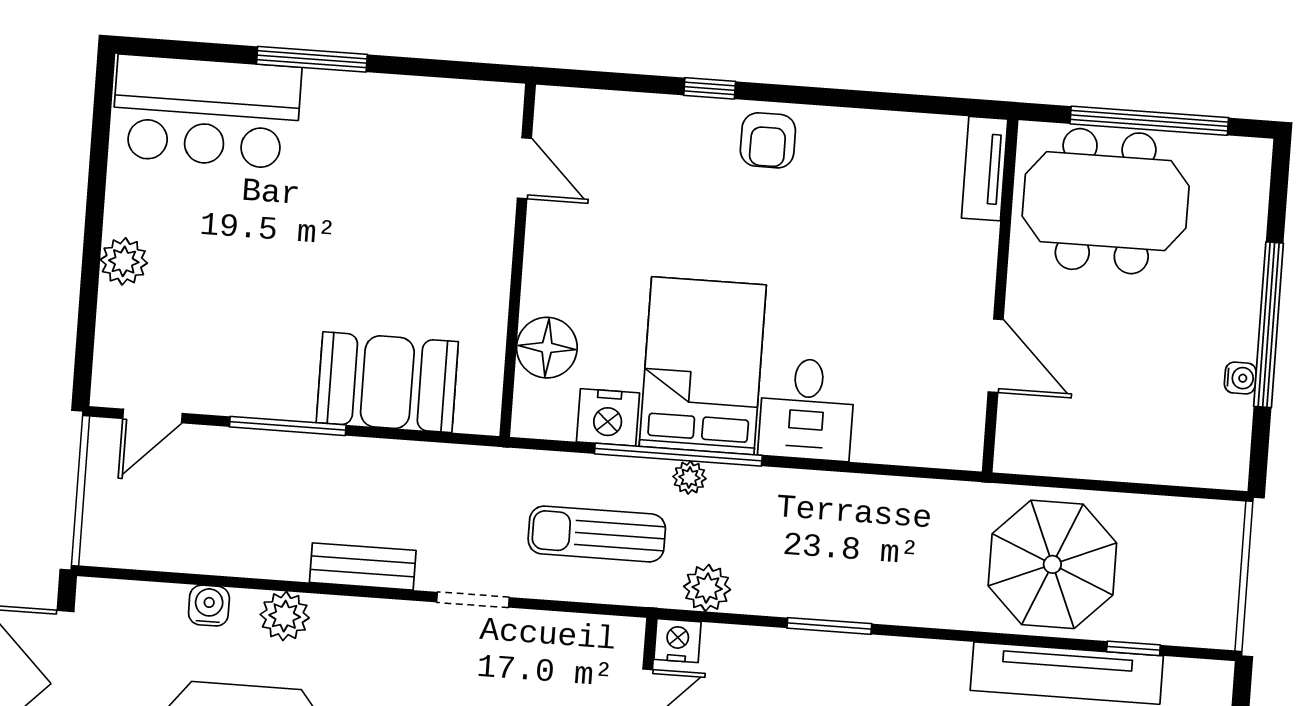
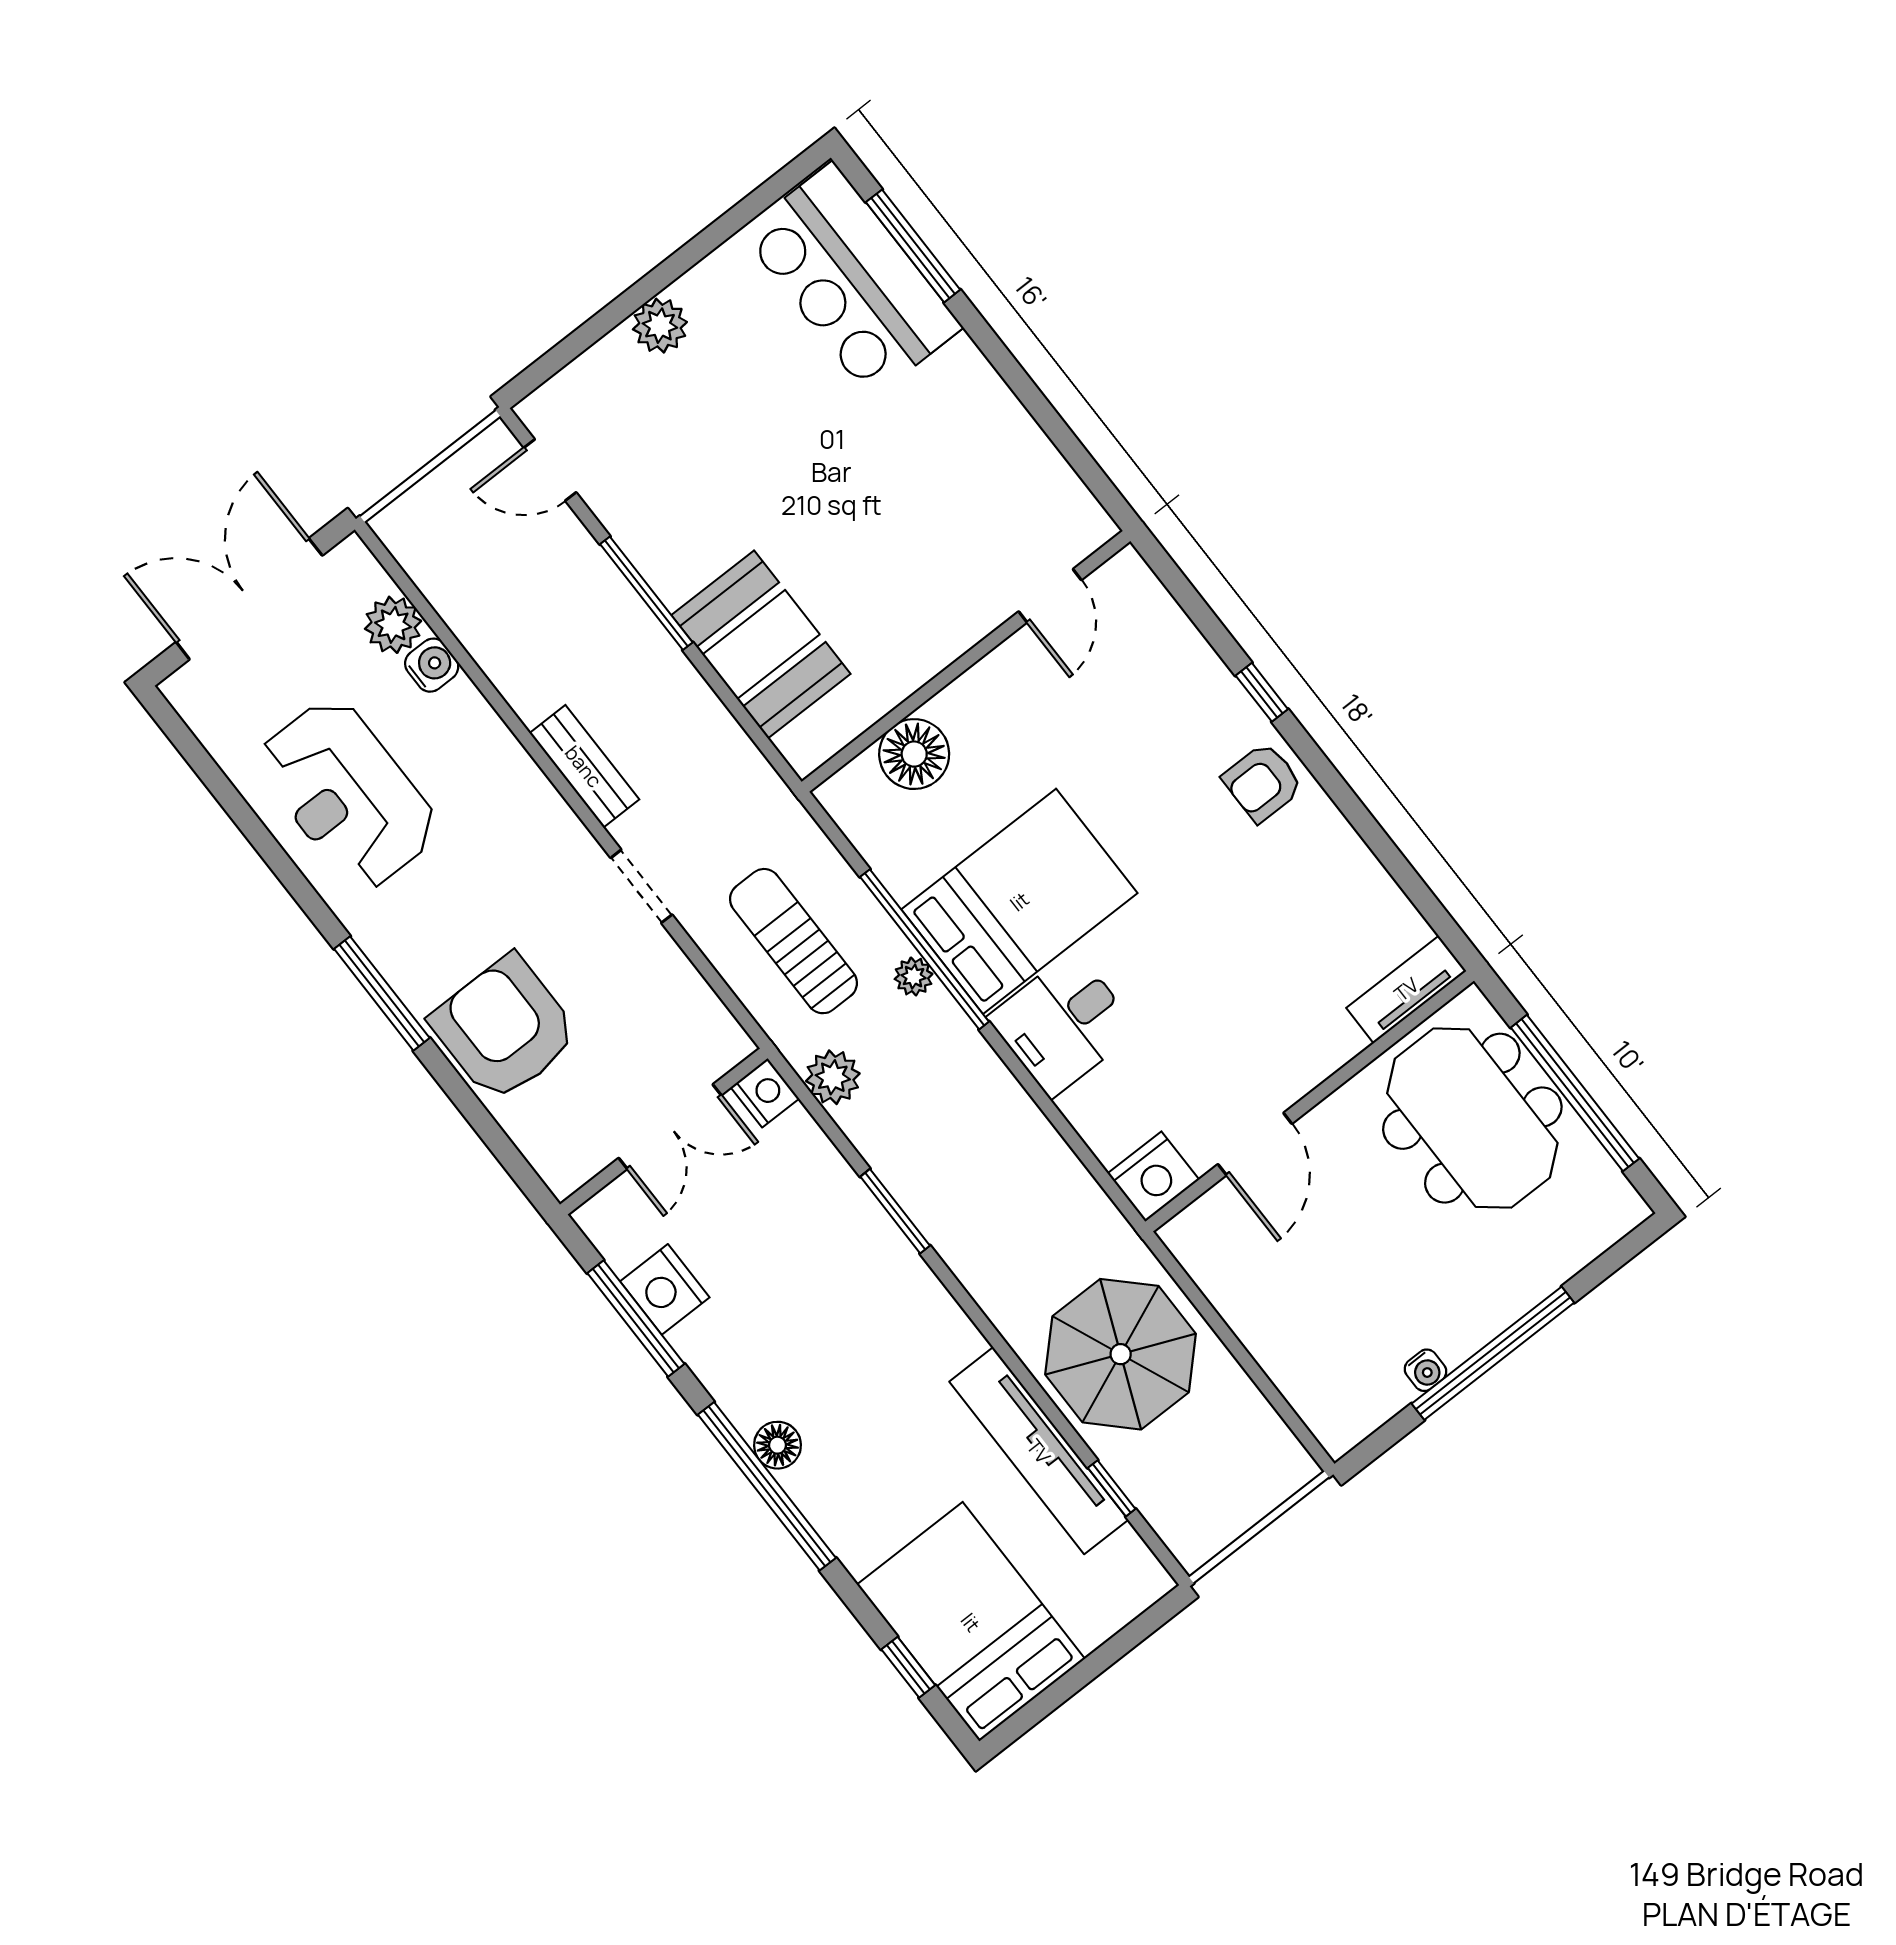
window: (312, 59) -> (913, 246), moved
nightstand: (608, 417) -> (1153, 1177), moved, turned -90
plant: (285, 616) -> (393, 625), moved

